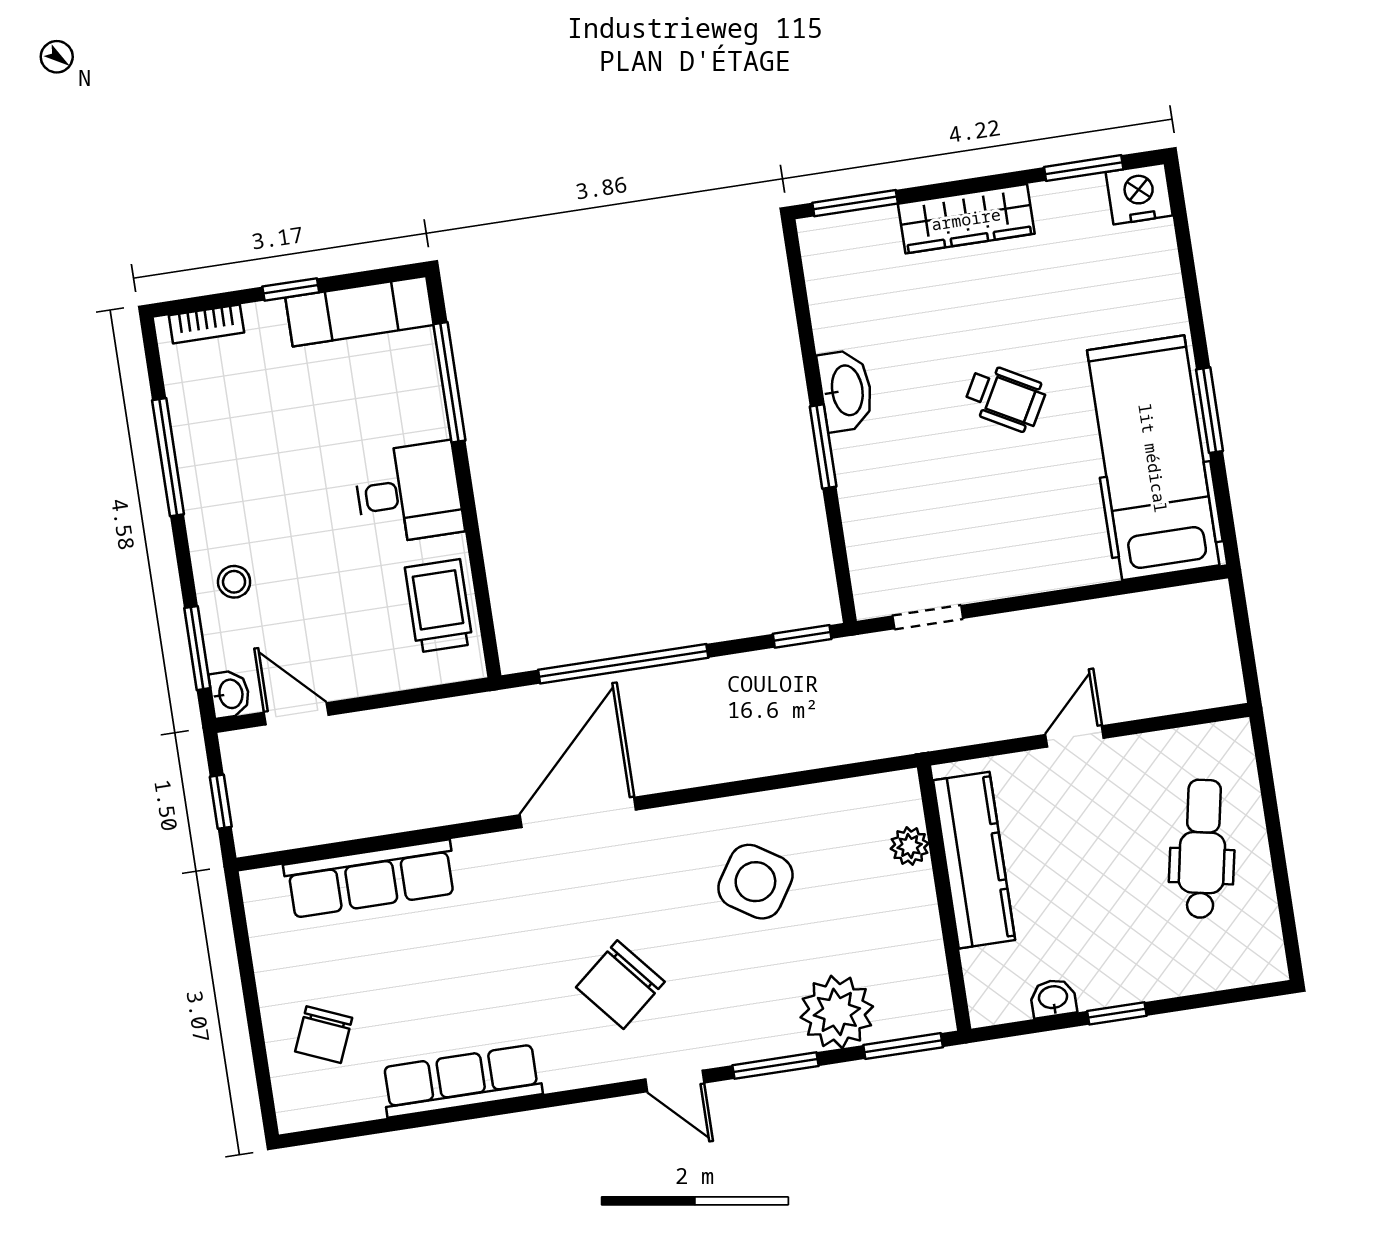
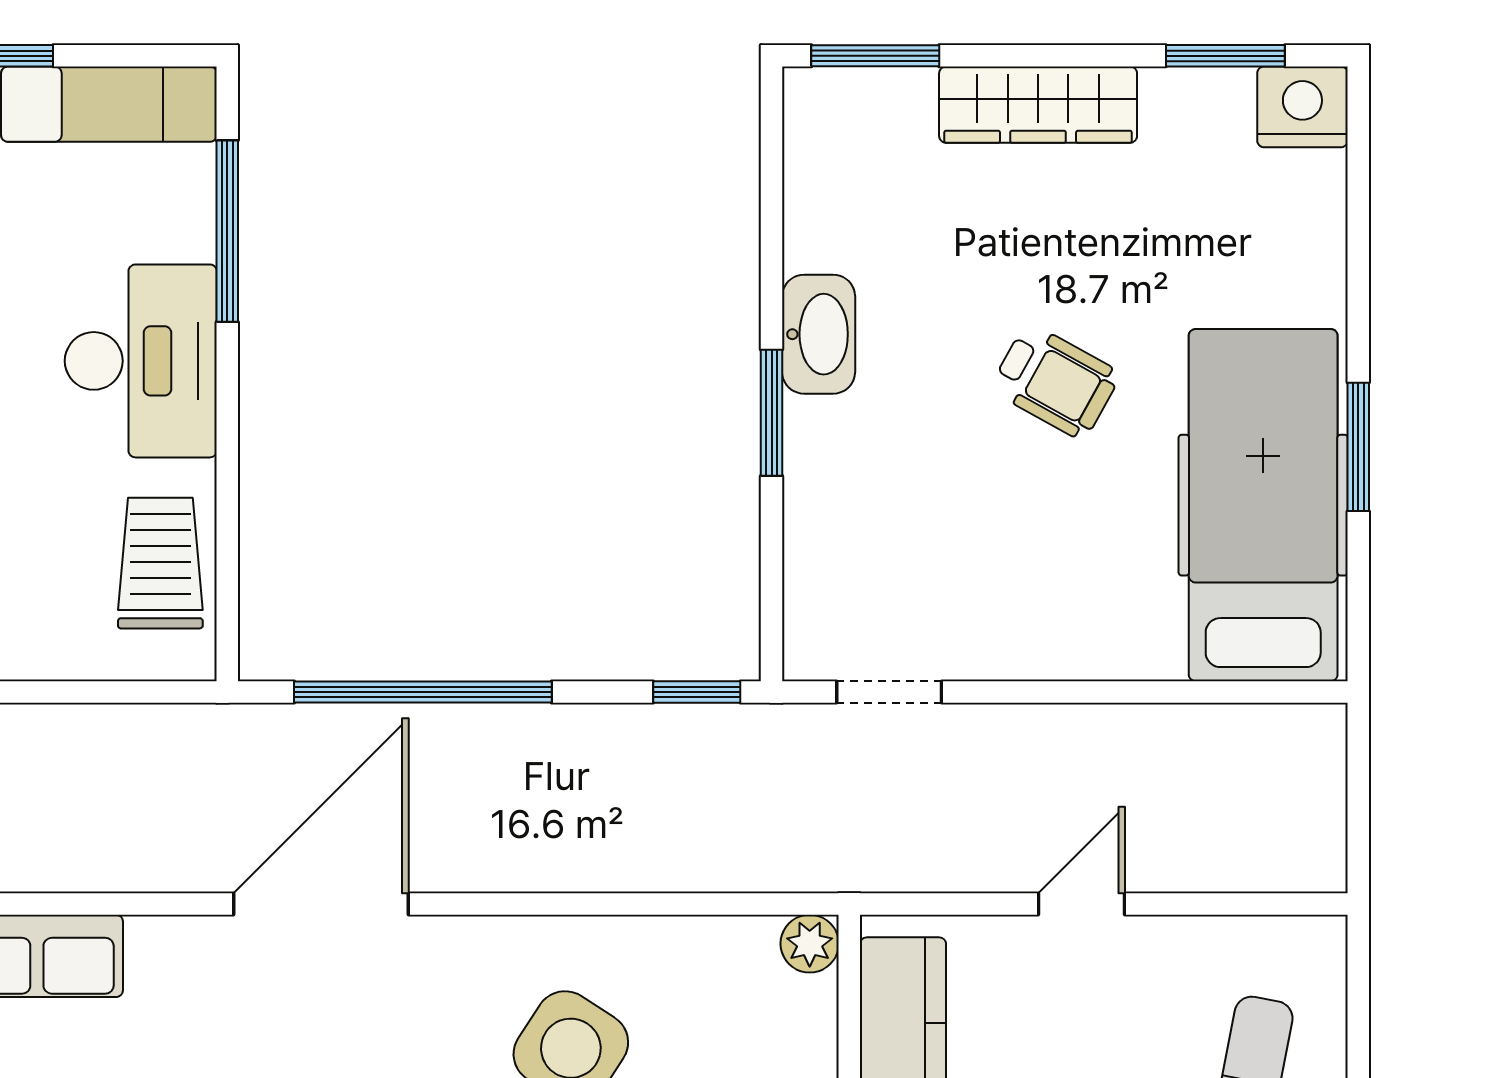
desk: (409, 493) -> (141, 361), width x1.37
plant: (910, 846) -> (810, 944), moved

